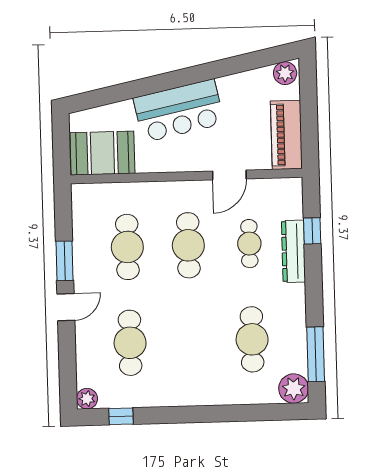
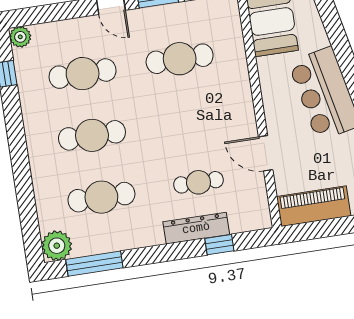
cafe table: (188, 245) -> (92, 135), moved

